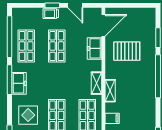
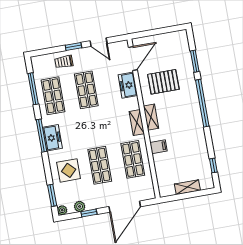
trolley: (51, 14) -> (64, 62), moved
window: (10, 37) -> (33, 89), width x0.68
shelving: (110, 91) -> (151, 117), moved
filing cabinet: (112, 118) -> (158, 147), moved

